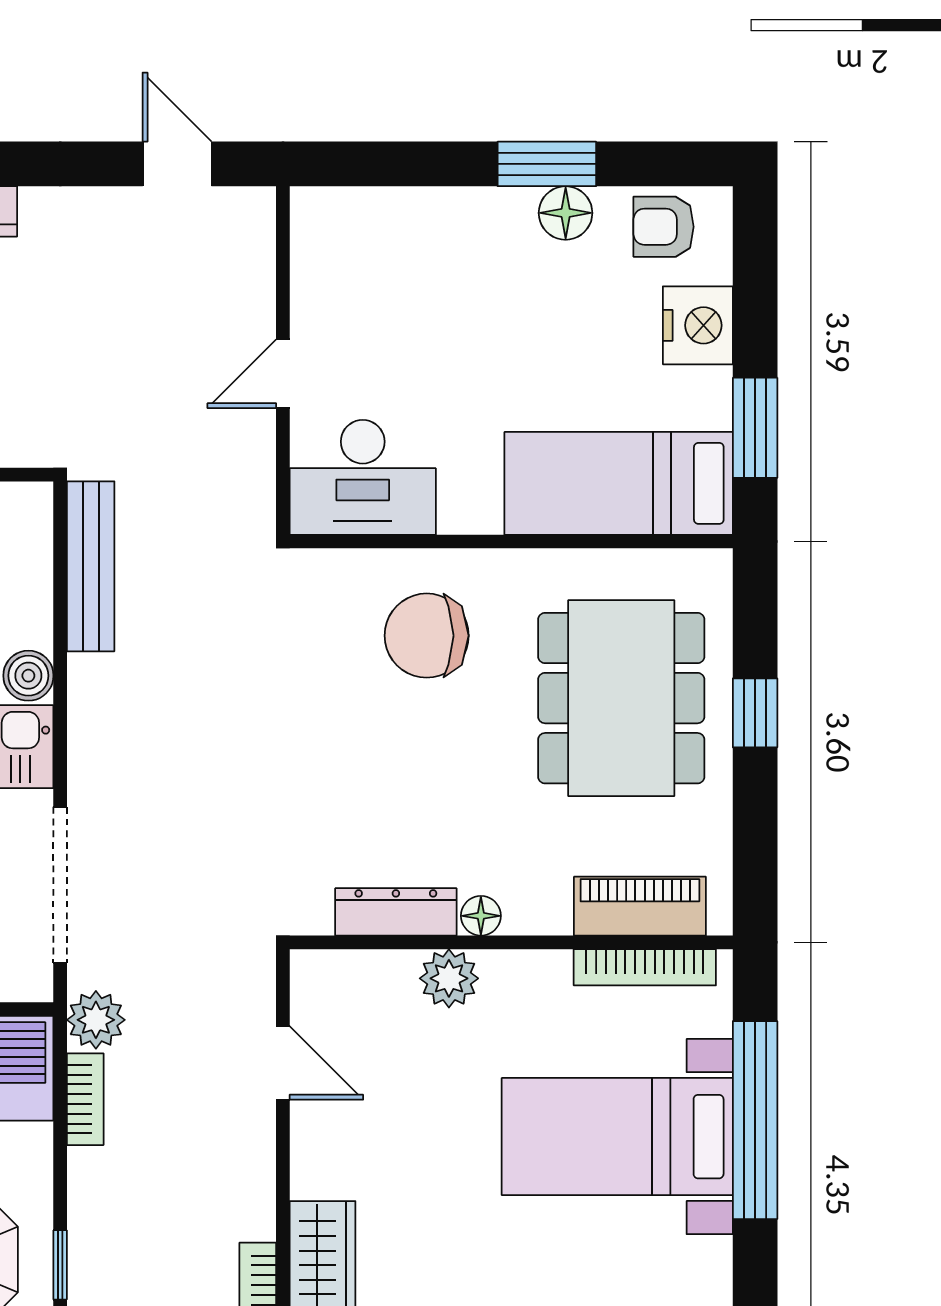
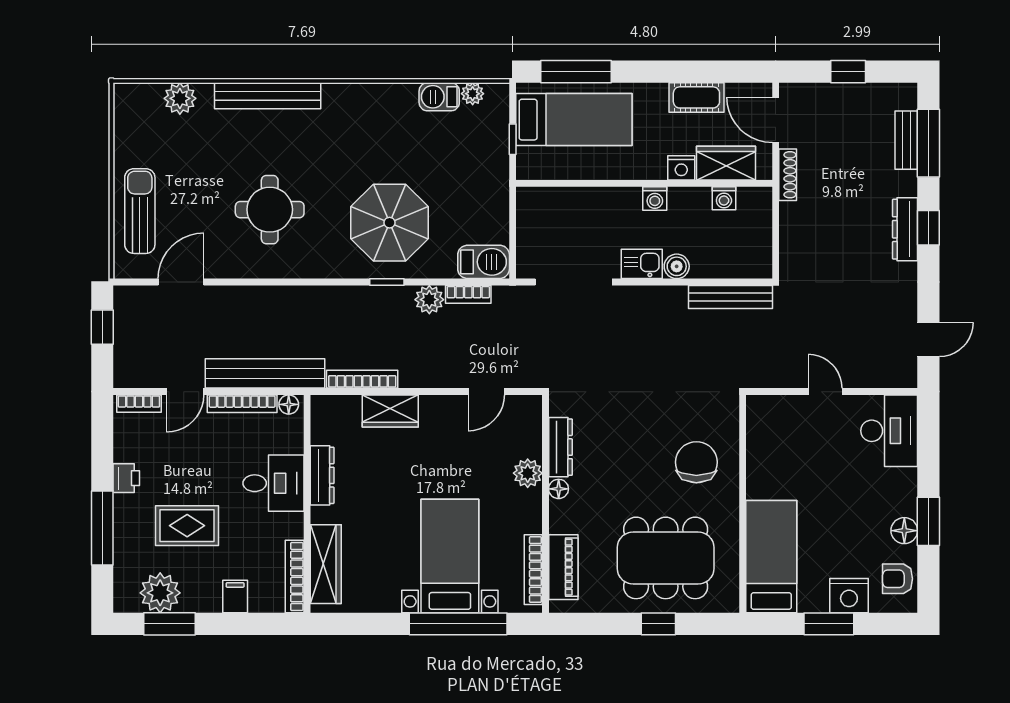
armchair: (664, 227) -> (898, 579), turned -90
window: (755, 428) -> (829, 624), moved
desk: (363, 477) -> (889, 431), moved, turned 180
plant: (96, 1020) -> (429, 300), moved

